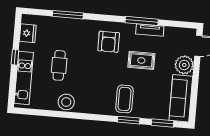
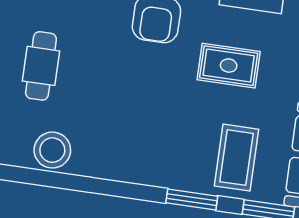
coffee table: (124, 99) -> (237, 158), moved

